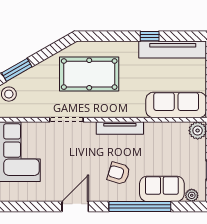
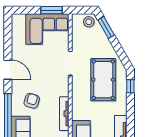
window: (150, 36) -> (130, 86), moved
tv unit: (120, 128) -> (64, 114), moved

